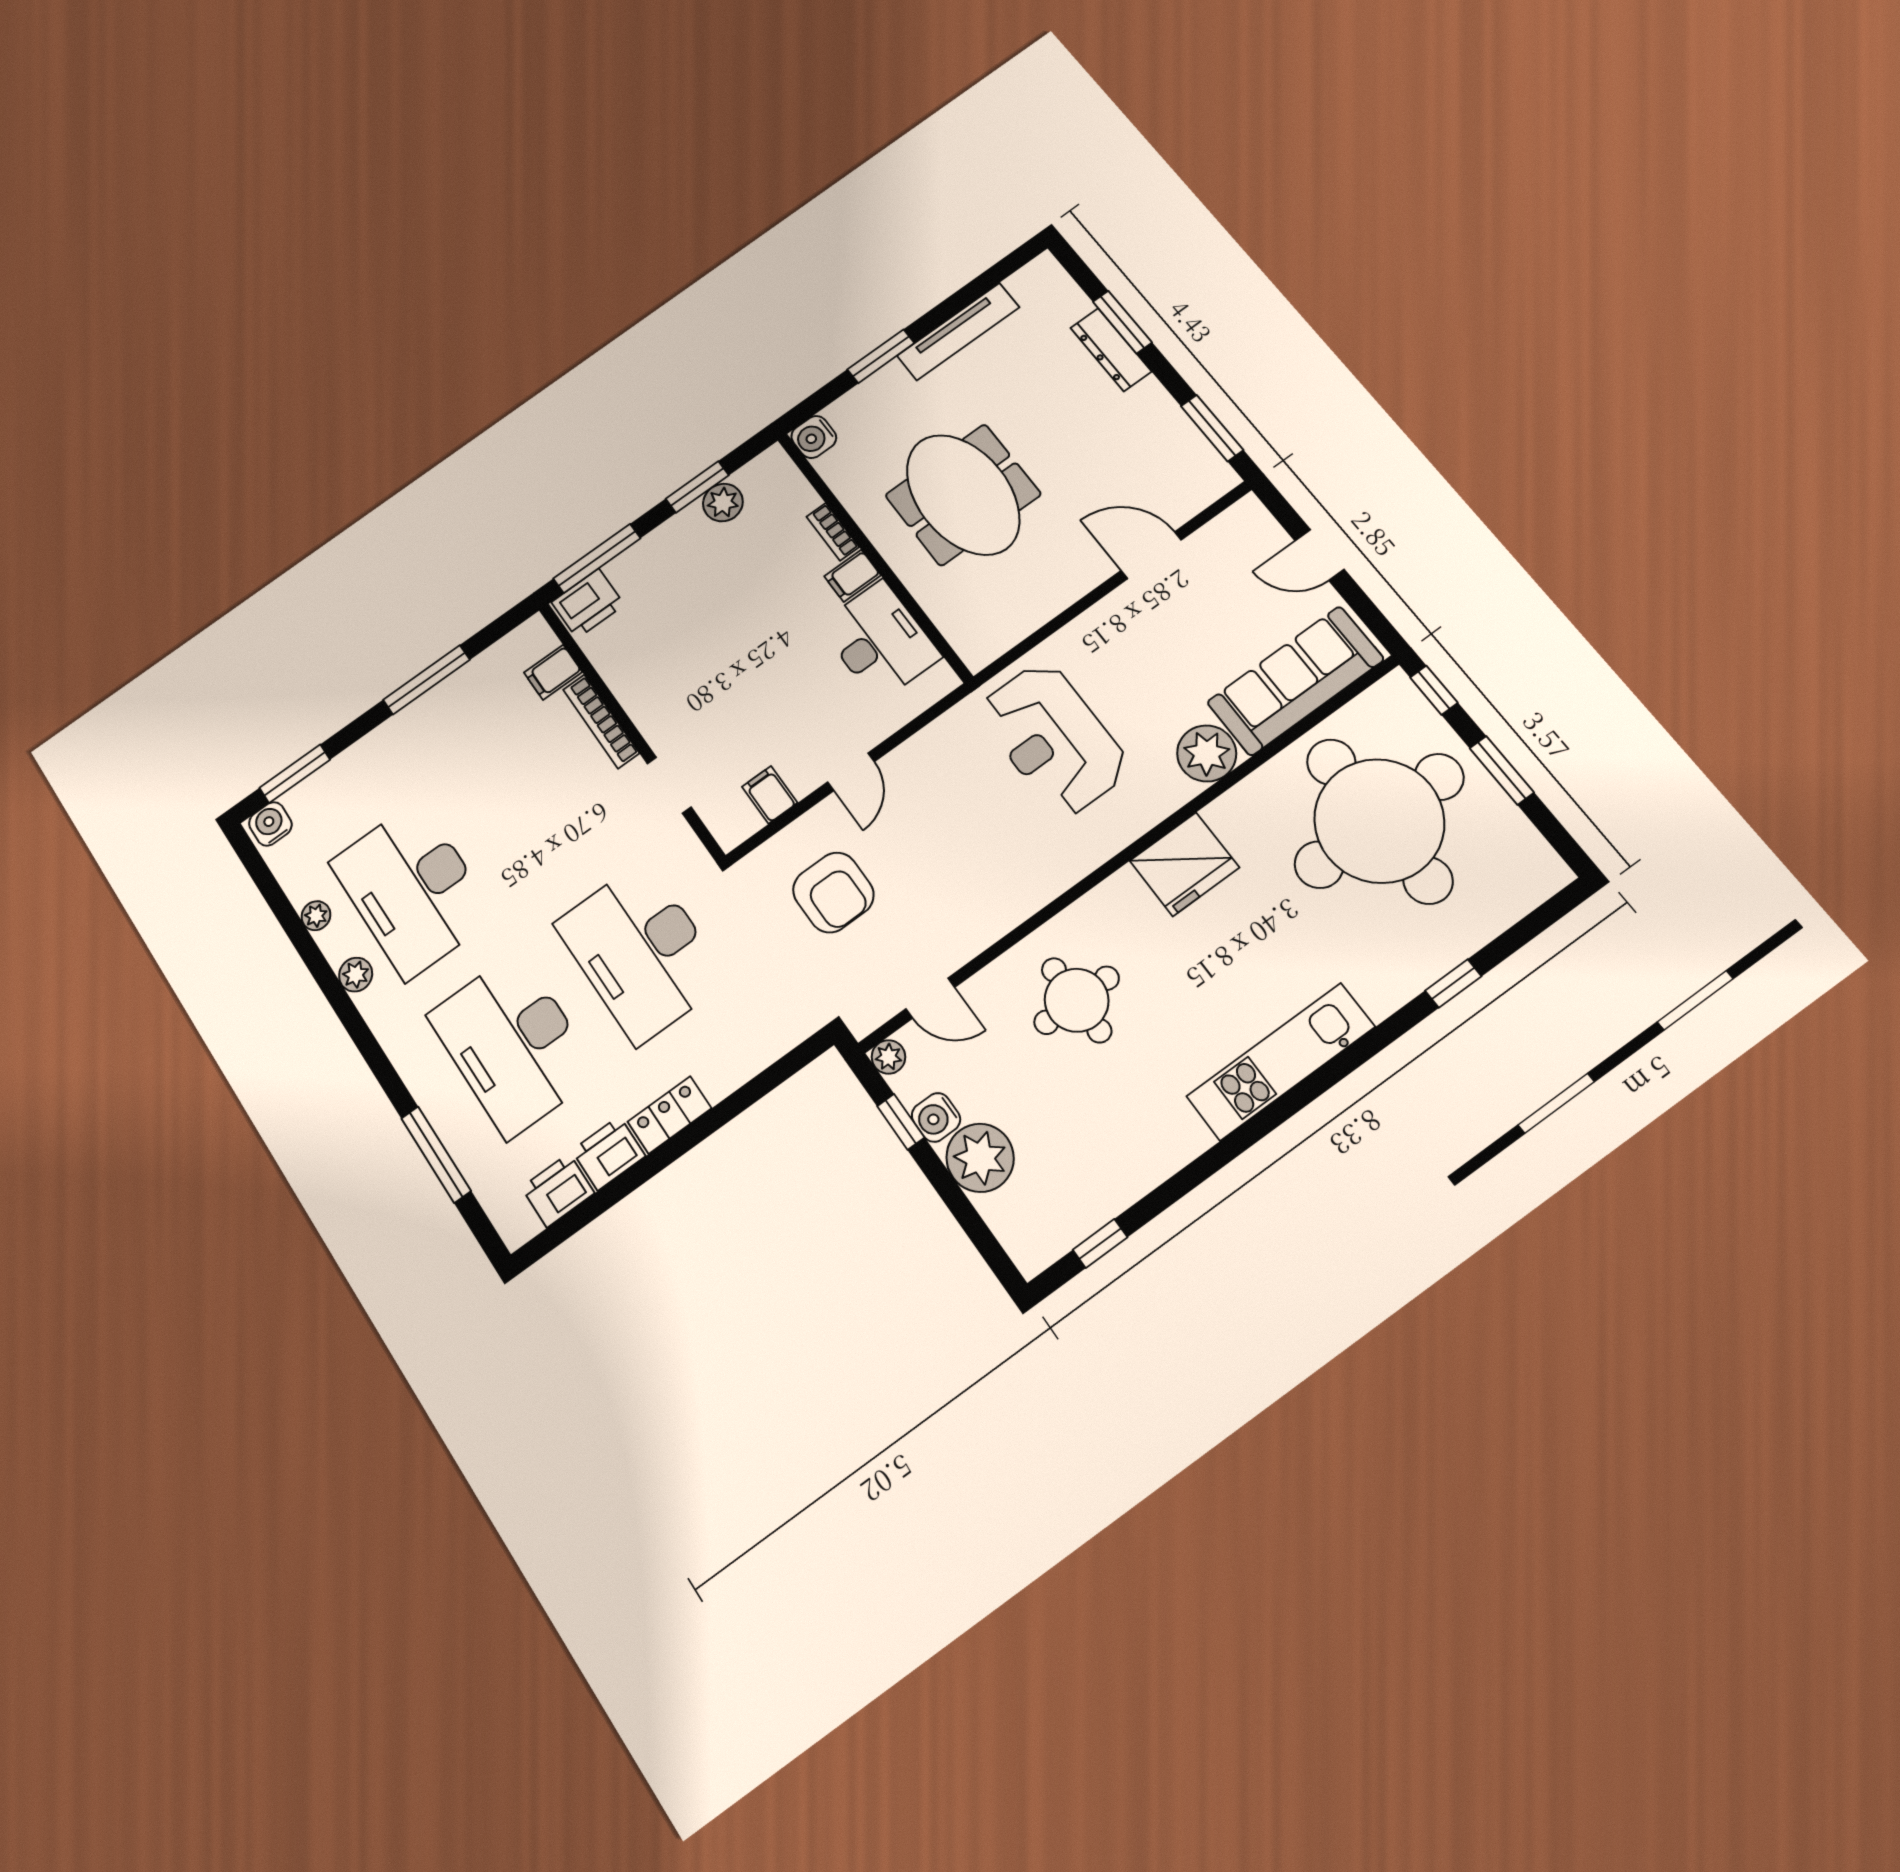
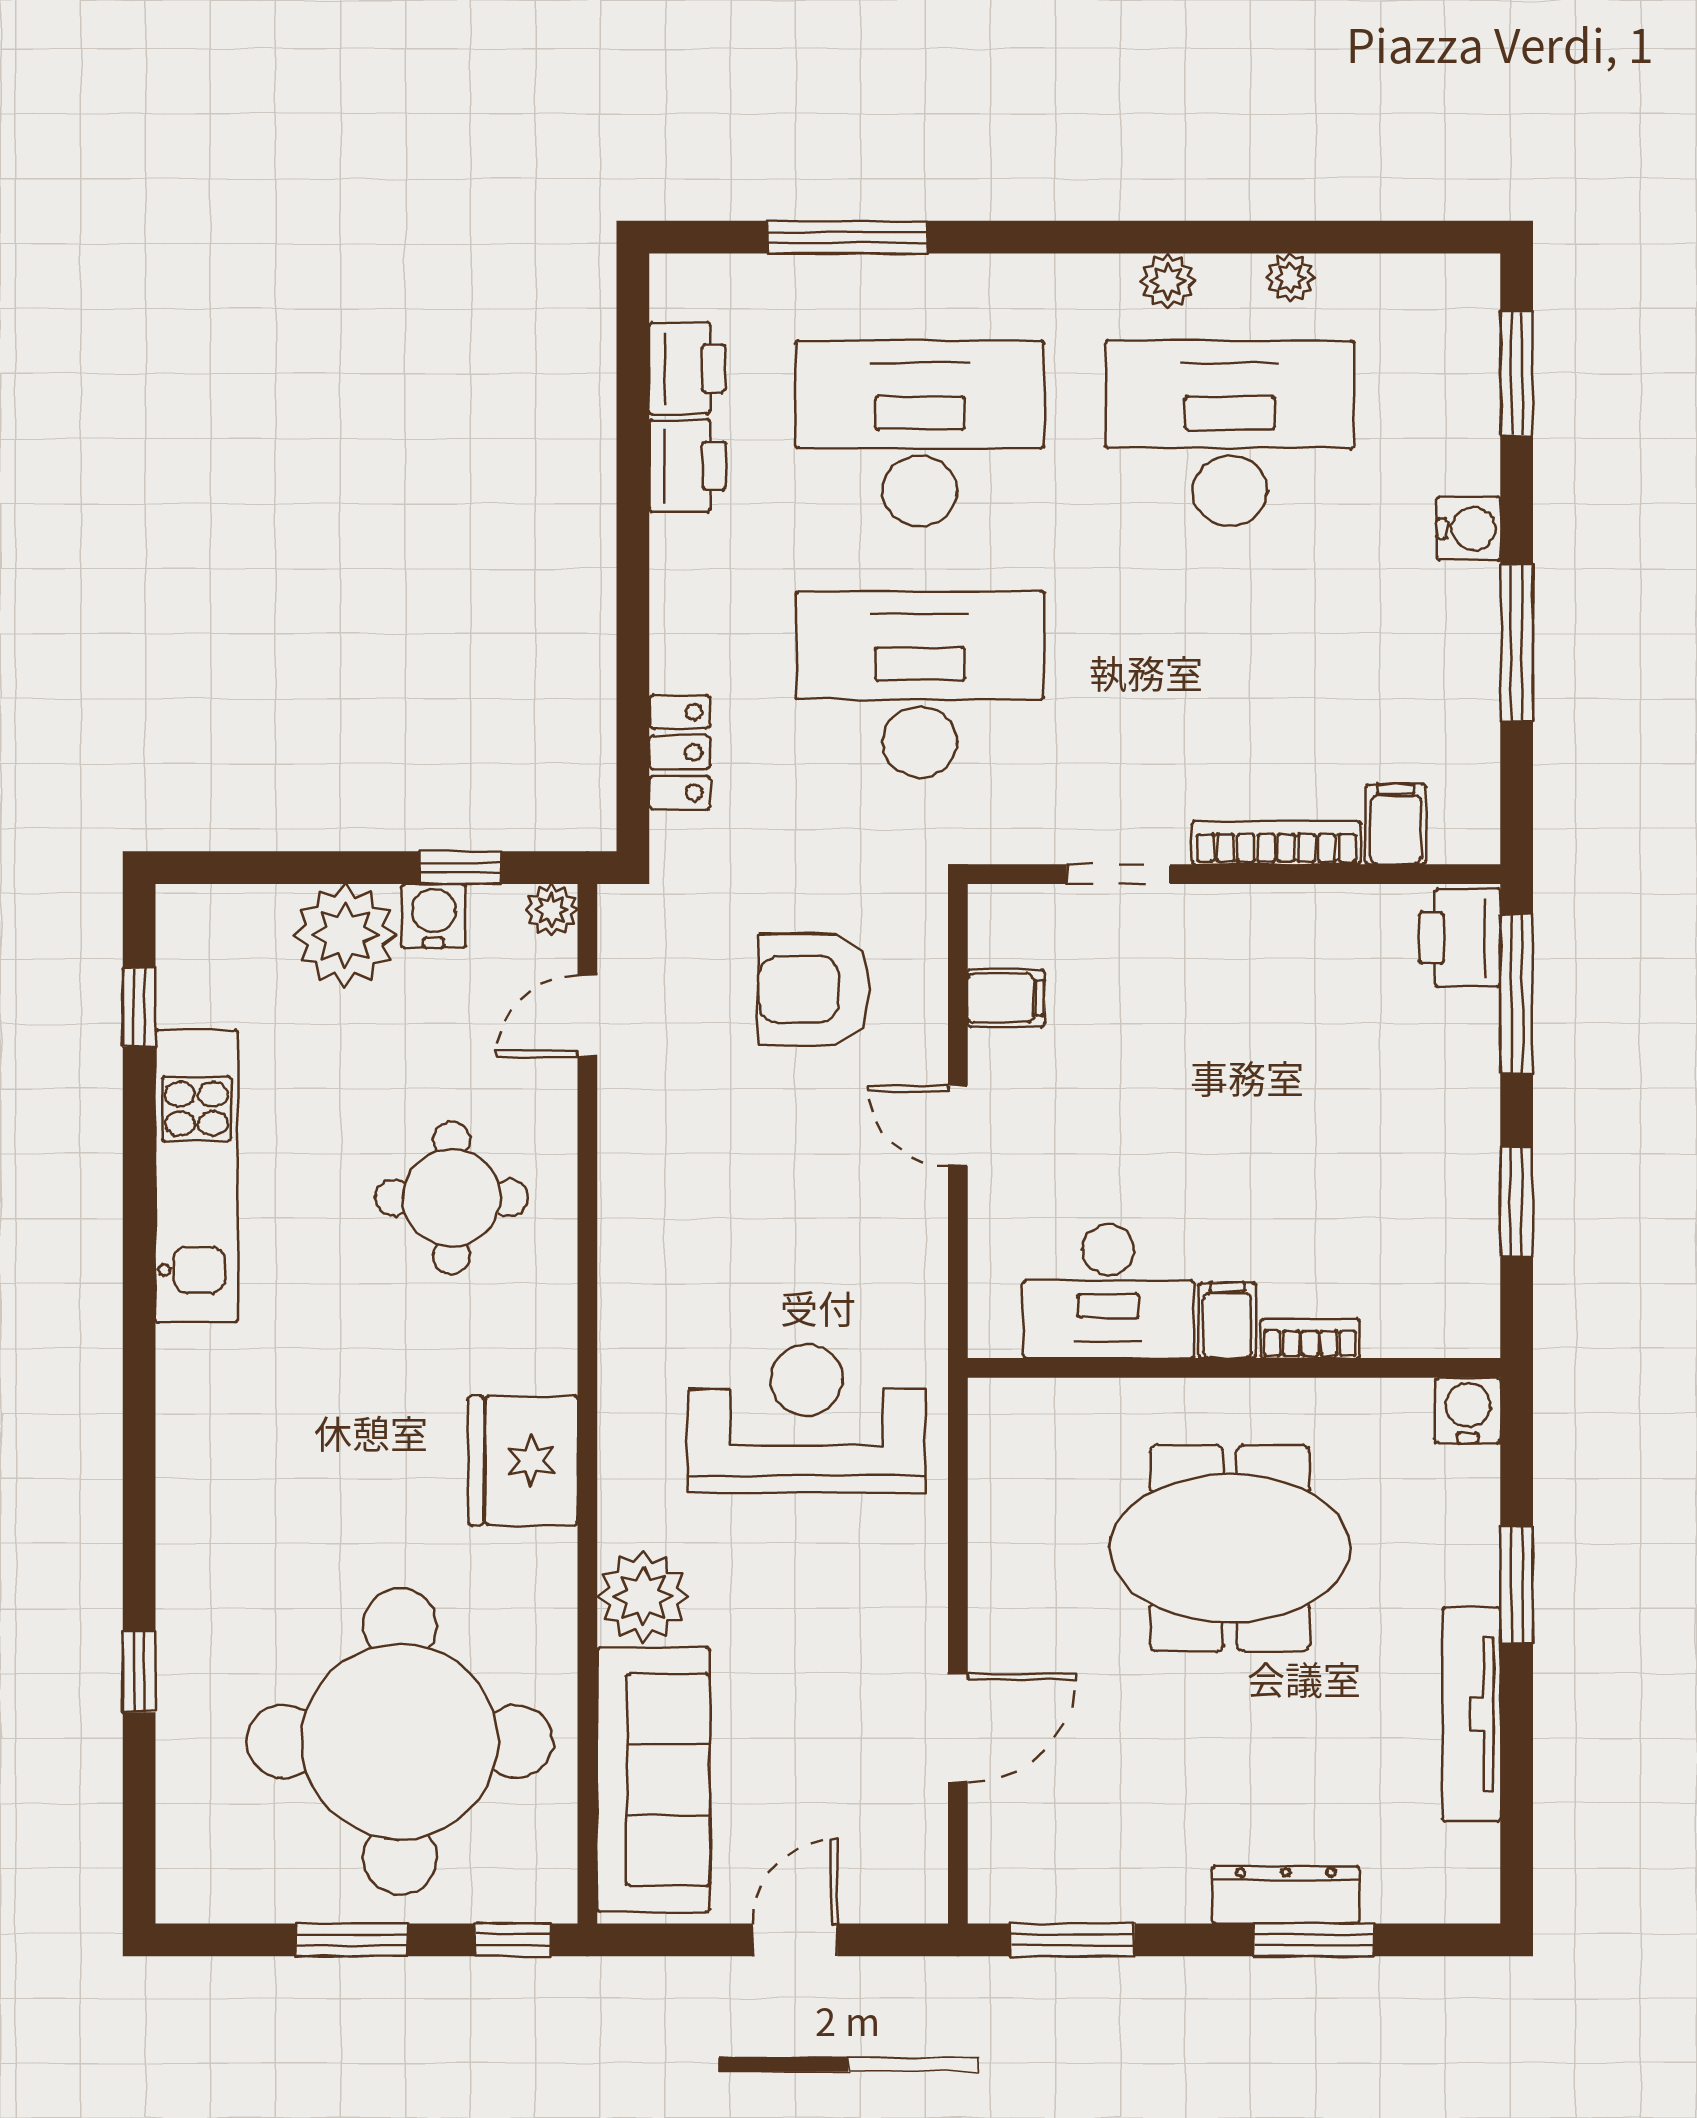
plant: (723, 503) -> (1467, 1221), removed
water cooler: (270, 824) -> (1469, 529), moved
kitchen unit: (1281, 1062) -> (196, 1176), moved
locker: (669, 1115) -> (680, 752), moved

